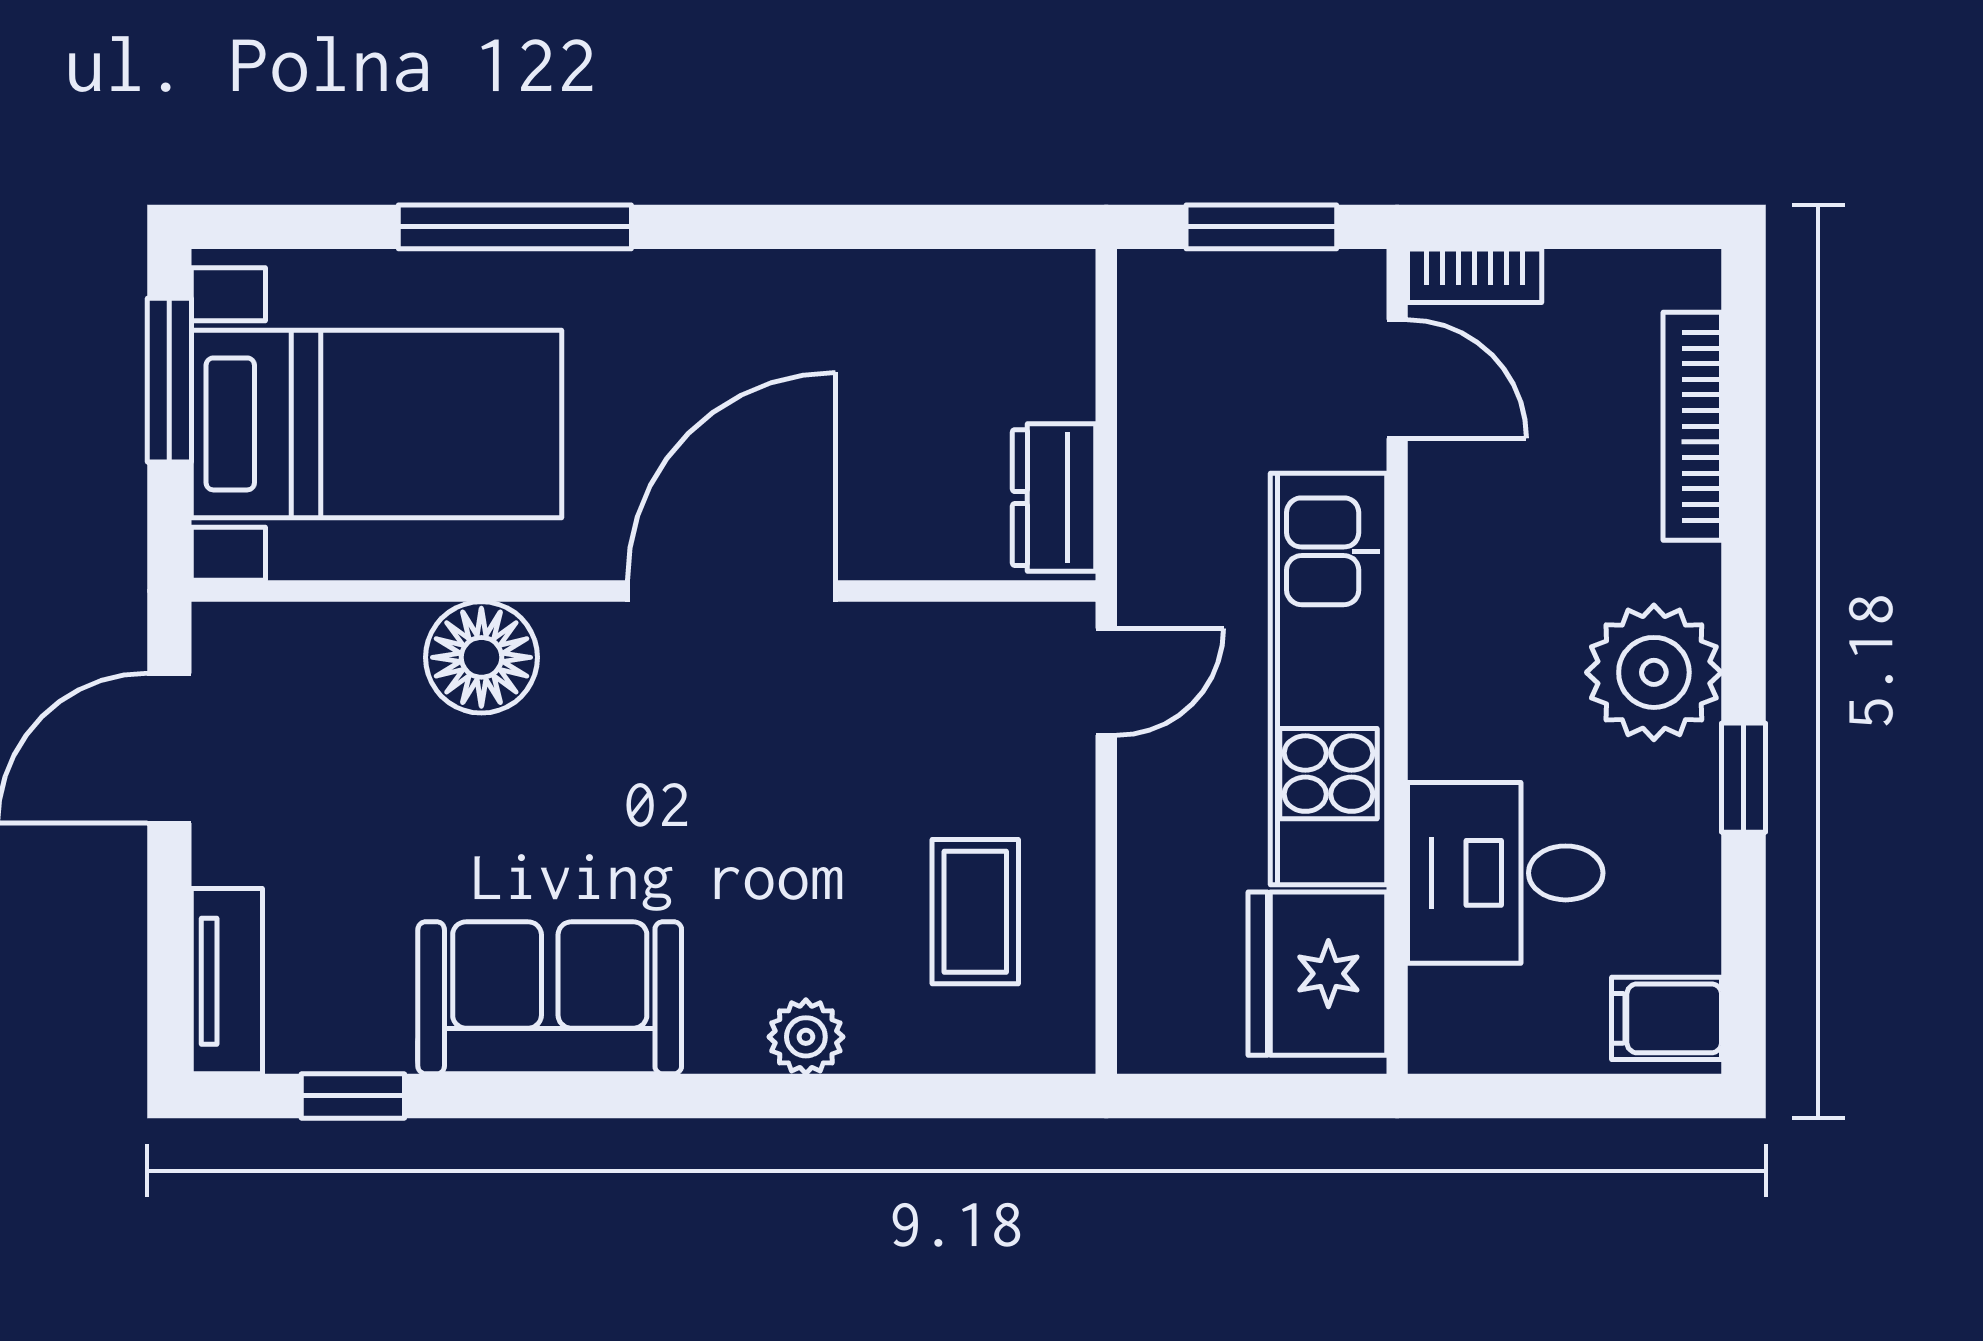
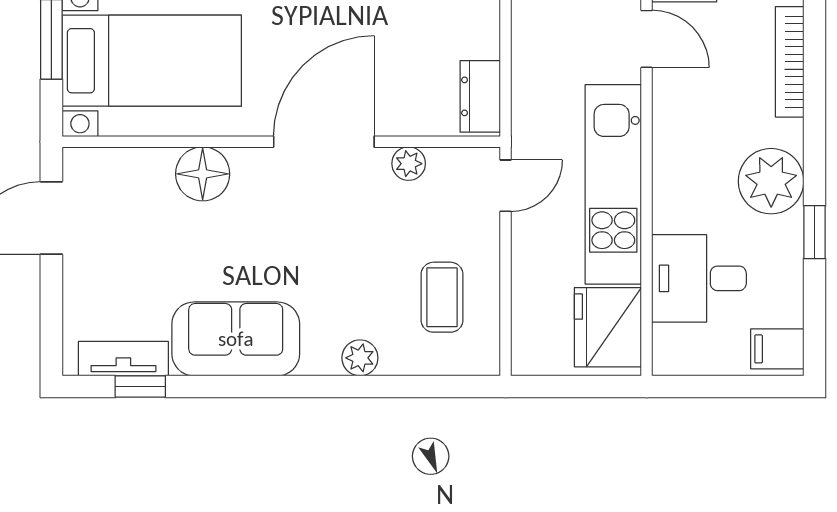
plant: (906, 636) -> (409, 164), added
tv unit: (227, 981) -> (123, 359), moved, turned -90

